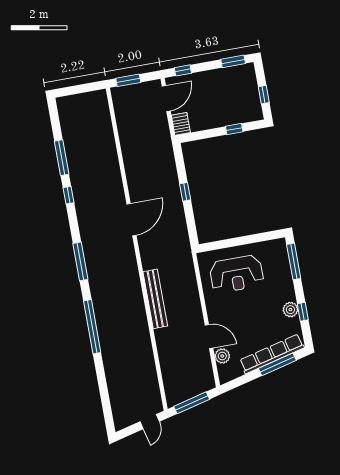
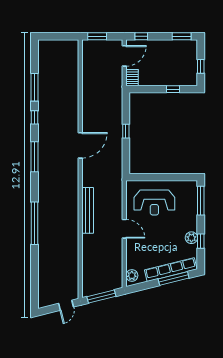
window: (80, 261) -> (35, 157), moved
door: (209, 336) -> (124, 229), moved
plant: (222, 356) -> (132, 276), moved

